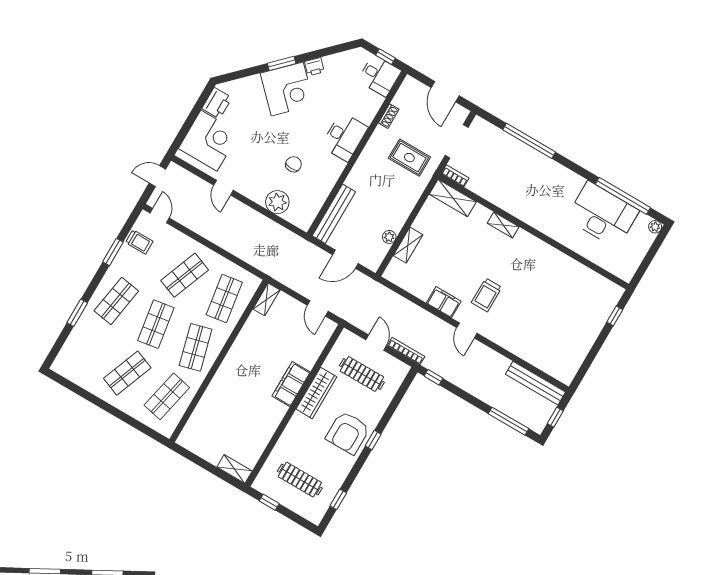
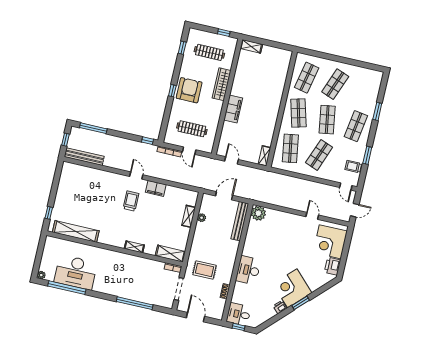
chair: (294, 164) -> (274, 244), removed
plant: (277, 202) -> (258, 213), moved
shelving: (583, 275) -> (76, 231), added
wardrobe: (316, 393) -> (222, 84), moved

